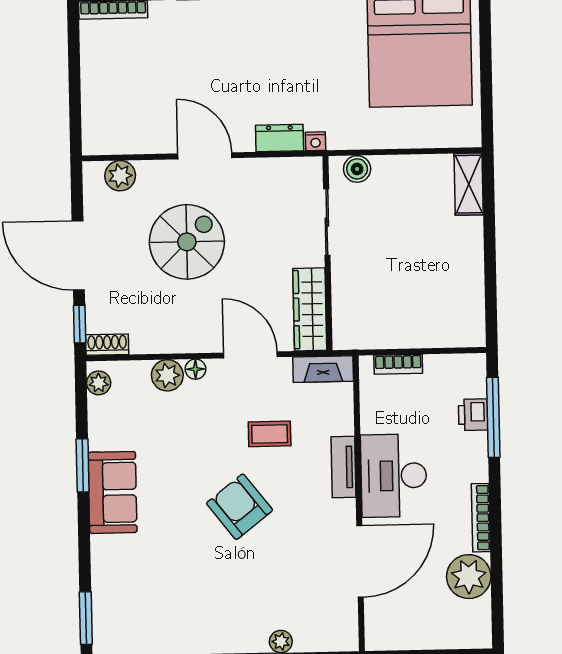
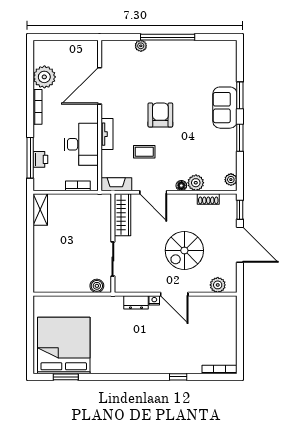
nightstand: (316, 141) -> (154, 300), moved
shelving: (469, 184) -> (40, 210), moved
shoe rack: (107, 345) -> (208, 199), moved
desk: (394, 476) -> (81, 144), moved
sofa: (113, 492) -> (225, 108), moved
armchair: (240, 507) -> (160, 115), turned -142
window: (86, 618) -> (240, 95), moved

